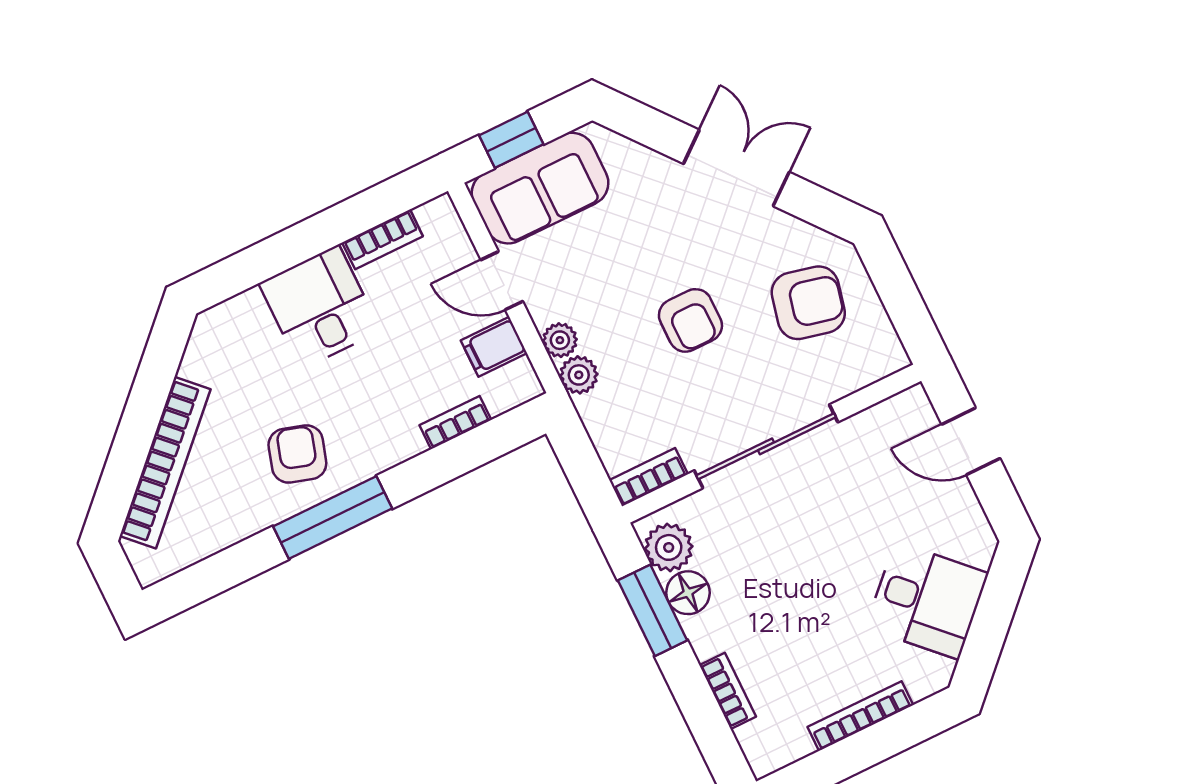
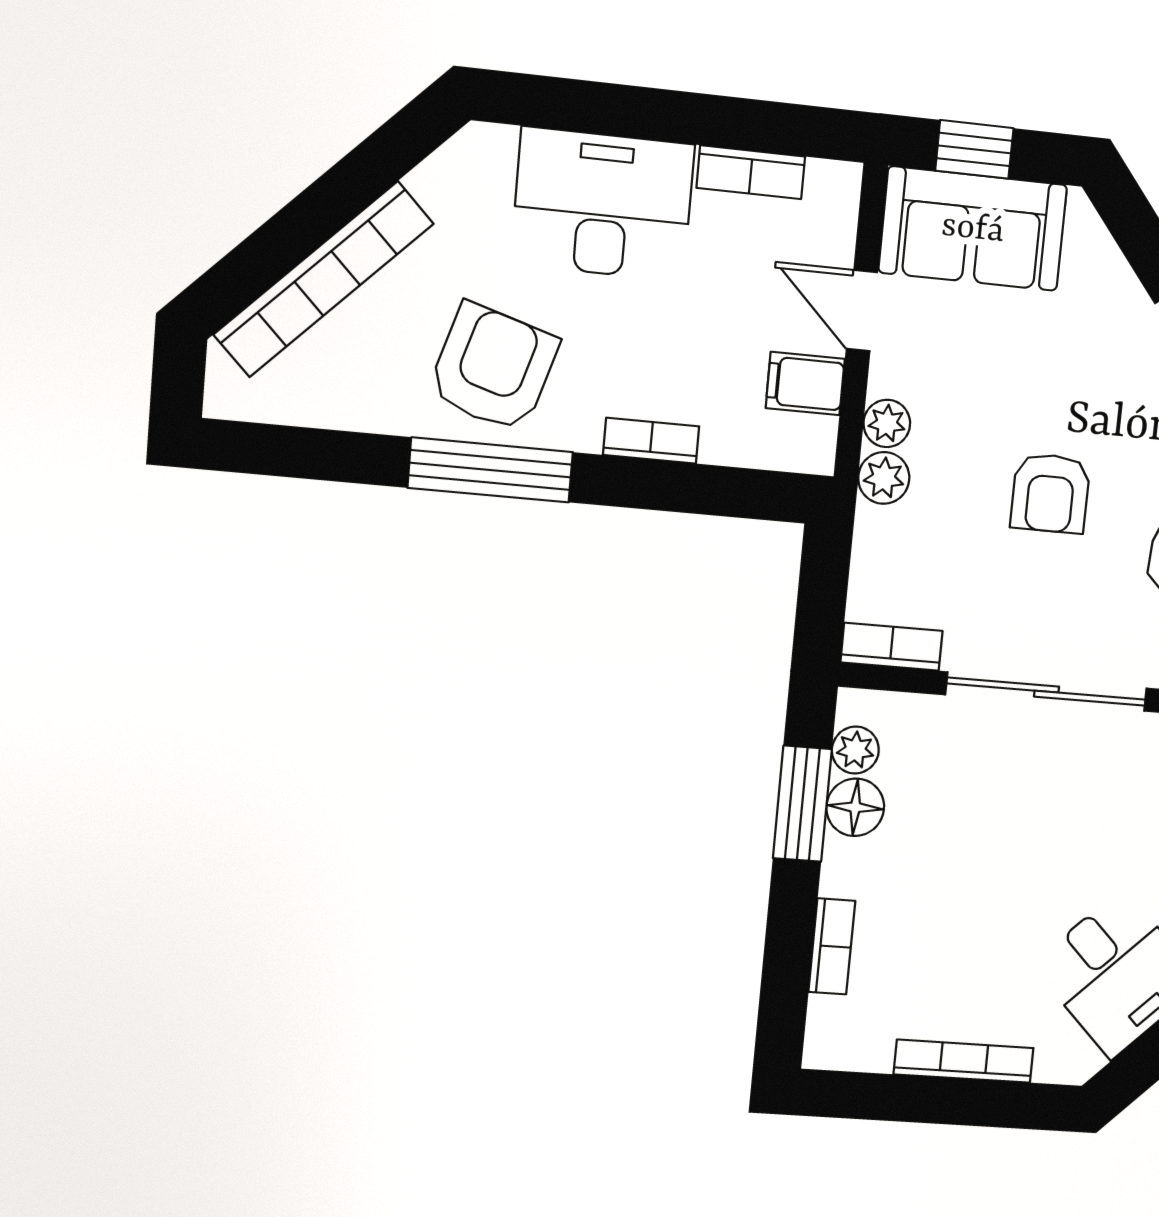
desk: (320, 307) -> (603, 204), width x1.37
bookcase: (455, 423) -> (651, 441), moved
armchair: (297, 454) -> (493, 368), width x1.38, depth x1.38
plant: (669, 547) -> (855, 750), width x0.73, depth x0.73

